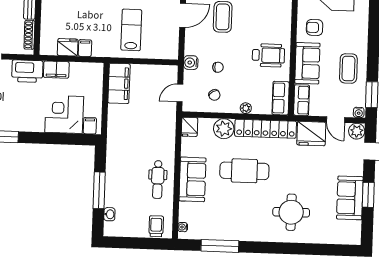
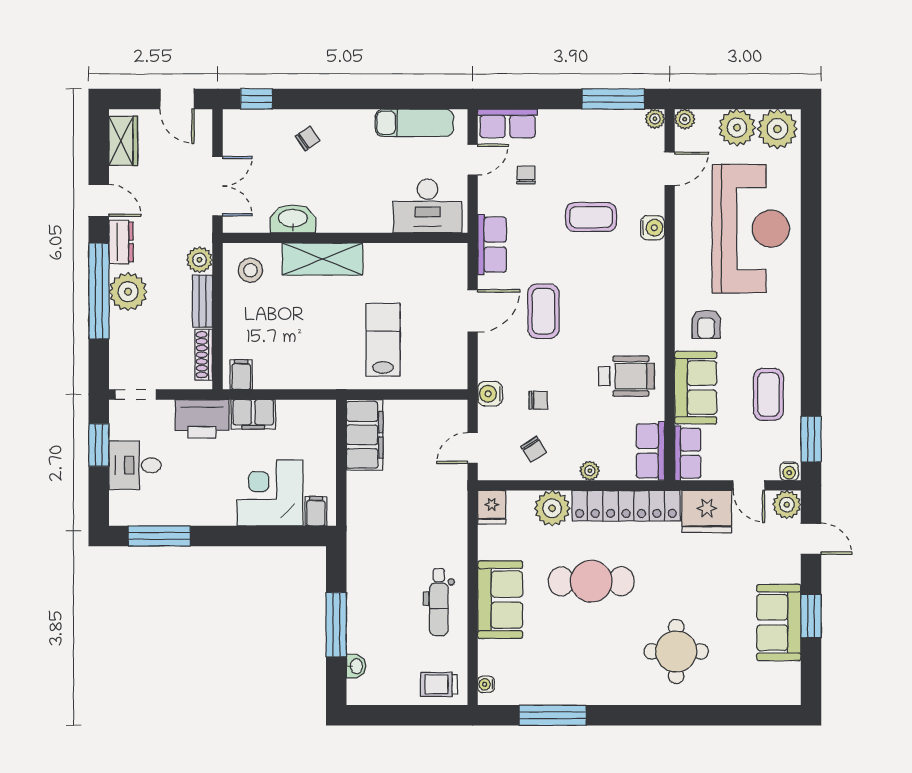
armchair: (315, 27) -> (706, 324), turned -90
fridge: (68, 47) -> (272, 374), removed
filing cabinet: (85, 48) -> (241, 375), moved
trolley: (156, 226) -> (439, 684), turned -90

